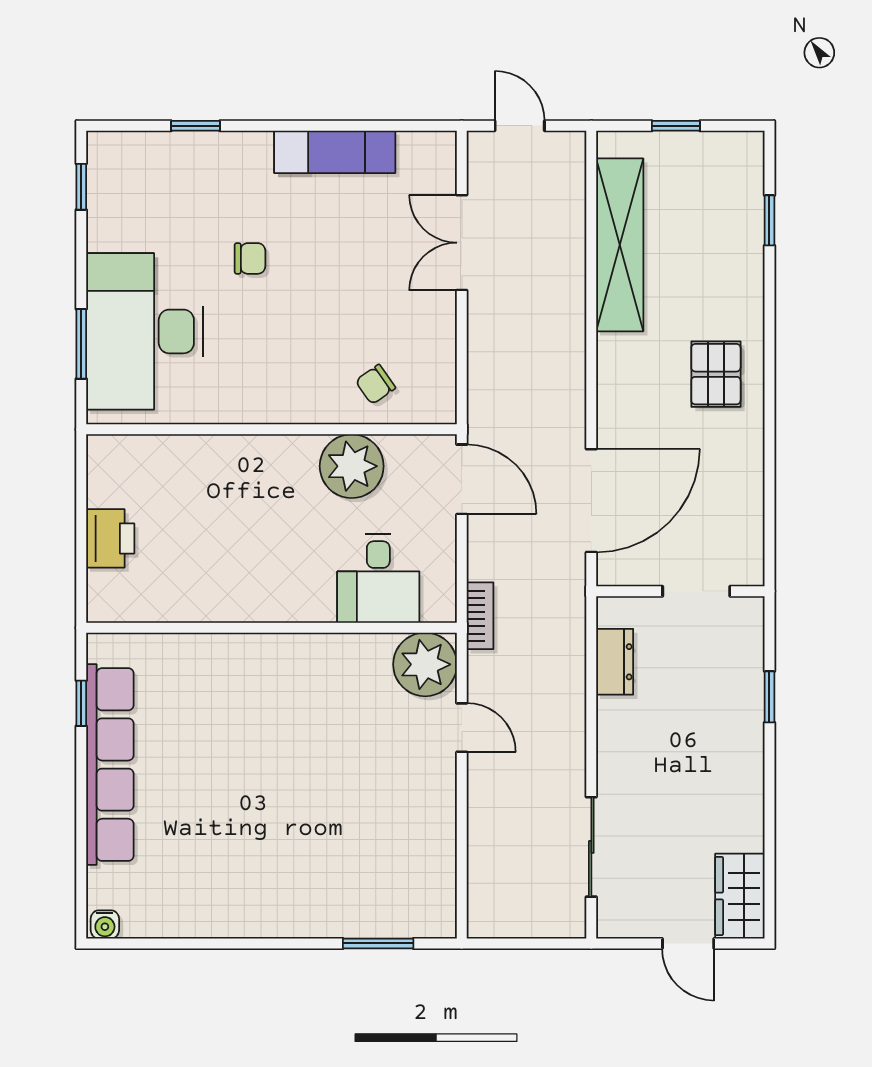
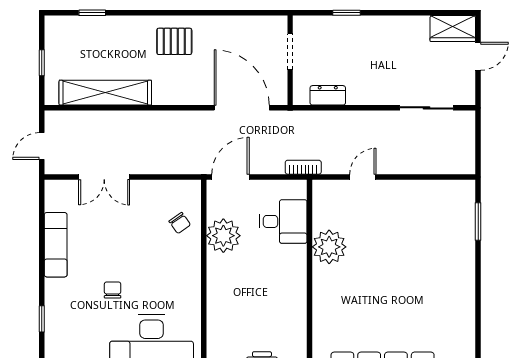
plant: (425, 664) -> (329, 247), moved

